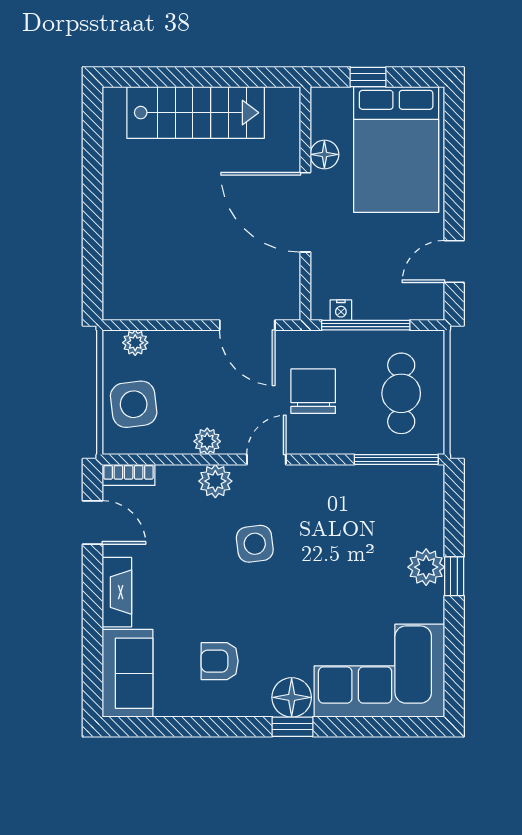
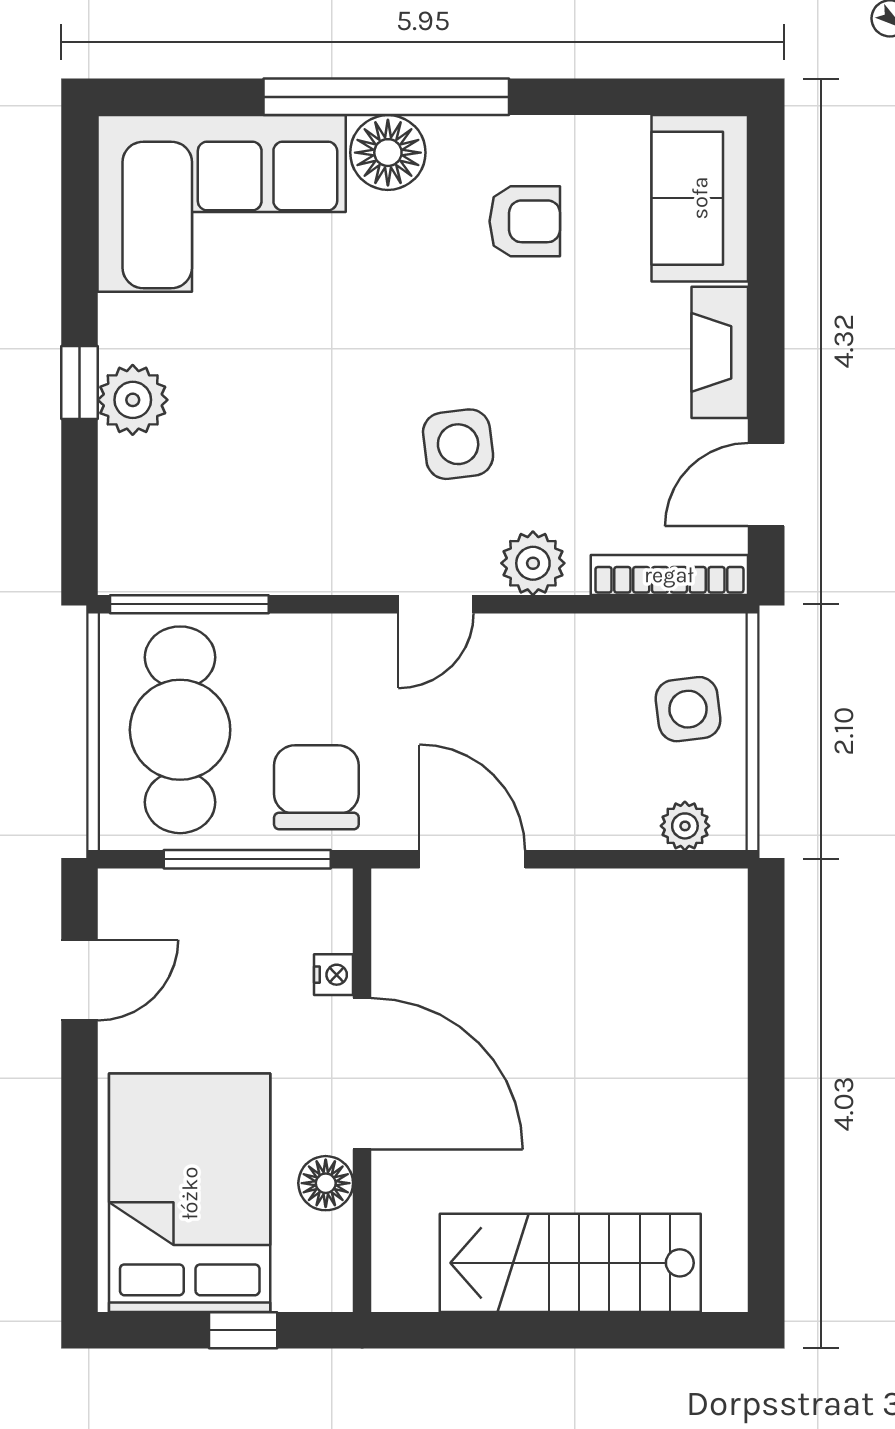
nightstand: (341, 310) -> (334, 975), moved, turned 90
chair: (313, 391) -> (316, 787), moved, turned 180
cafe table: (401, 393) -> (180, 730), width x1.37, depth x1.35
side table: (134, 404) -> (688, 709), width x0.73, depth x0.73
plant: (207, 441) -> (548, 639), removed
bookcase: (129, 475) -> (669, 575), width x1.56
door: (92, 522) -> (766, 485), hinge flipped
window: (293, 727) -> (386, 97), width x3.17

